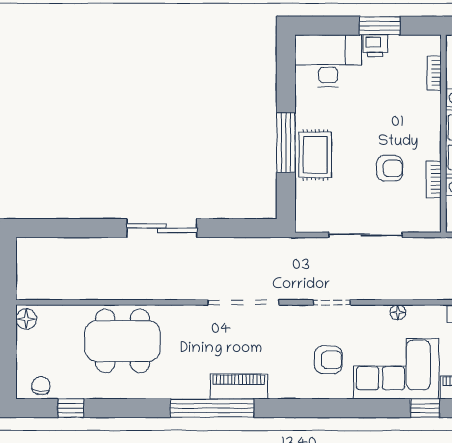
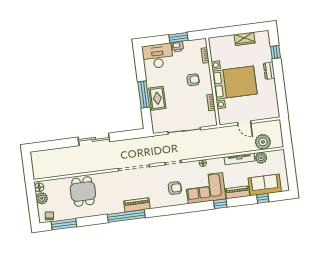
armchair: (390, 168) -> (193, 80), moved
dining table: (123, 341) -> (83, 191), width x0.73
plant: (29, 344) -> (42, 198), added
window: (71, 408) -> (64, 224), width x2.17

